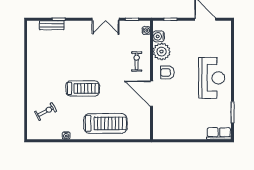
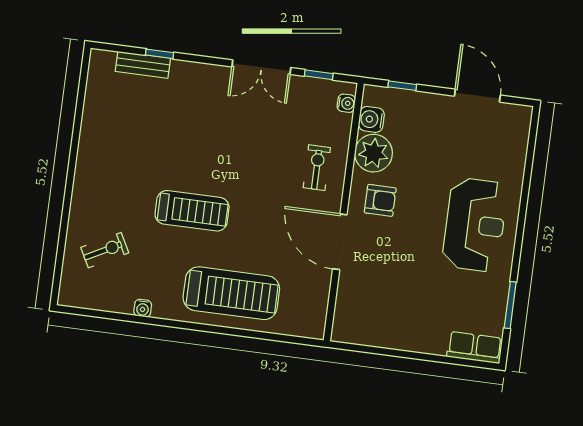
armchair: (167, 73) -> (380, 200), turned 180

